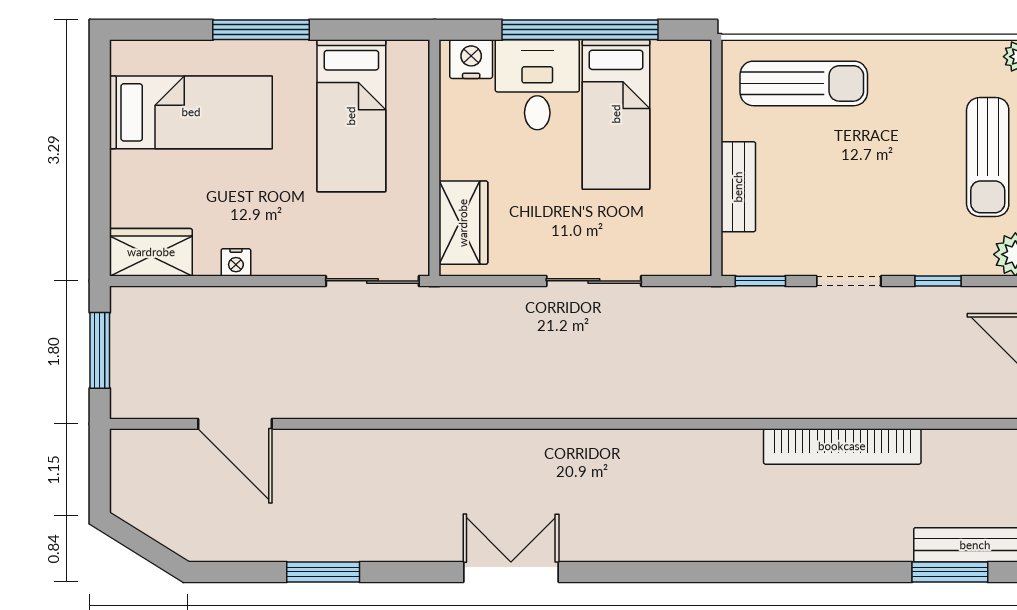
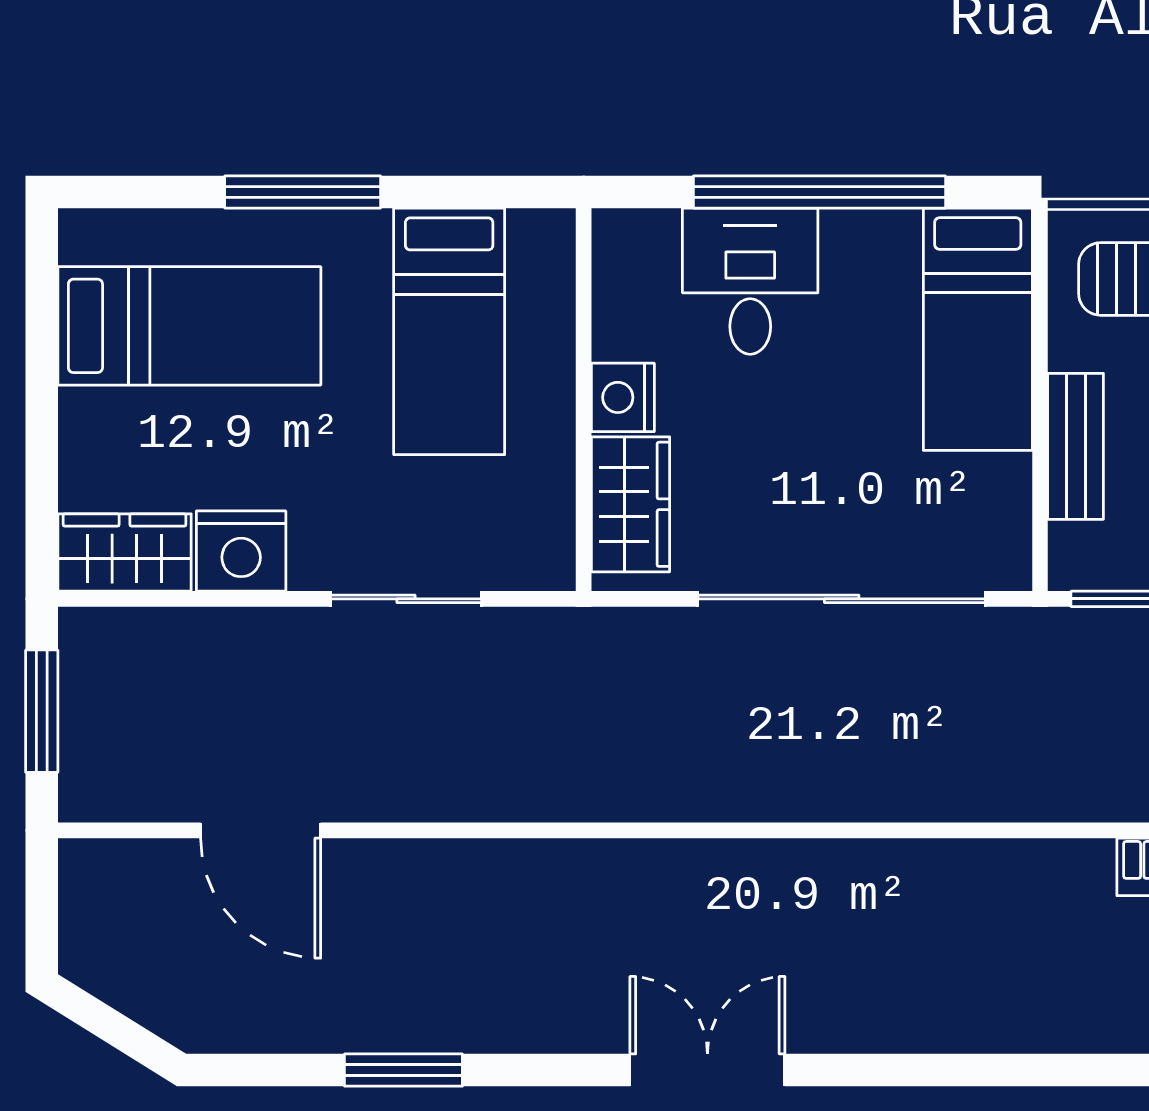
nightstand: (471, 59) -> (623, 397), moved, turned -90
bed: (616, 114) -> (978, 329), moved
nightstand: (236, 262) -> (241, 551), width x1.89, depth x1.79
sliding door: (372, 281) -> (406, 599), moved
sliding door: (594, 281) -> (842, 599), width x1.86

